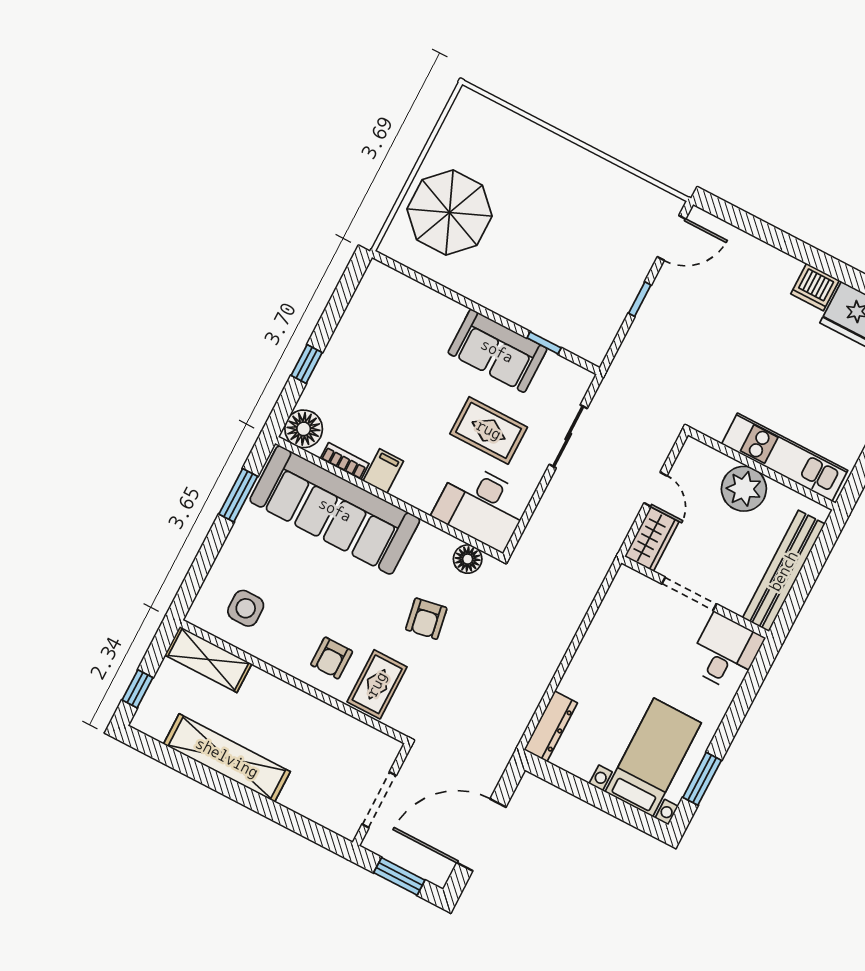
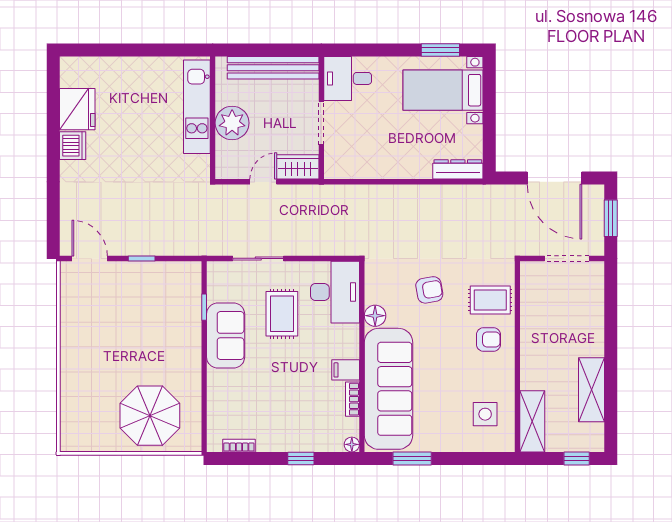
bookcase: (360, 299) -> (239, 446), added
floor lamp: (304, 429) -> (352, 444), width x0.53, depth x0.53
floor lamp: (468, 559) -> (375, 316), moved
shelving: (227, 758) -> (592, 390), width x0.68

